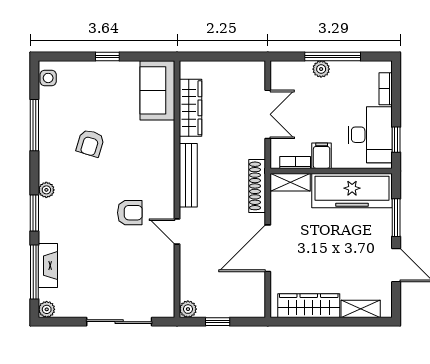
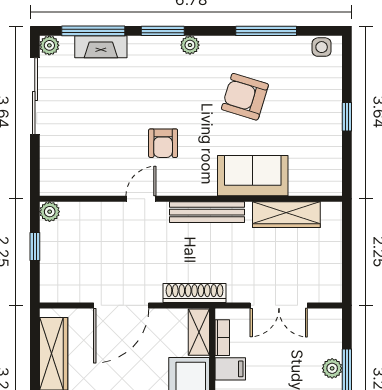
sofa: (157, 90) -> (253, 176), moved
armchair: (90, 143) -> (245, 97), width x1.38, depth x1.38
door: (268, 248) -> (121, 305), swing flipped
sliding door: (119, 322) -> (35, 96), moved

